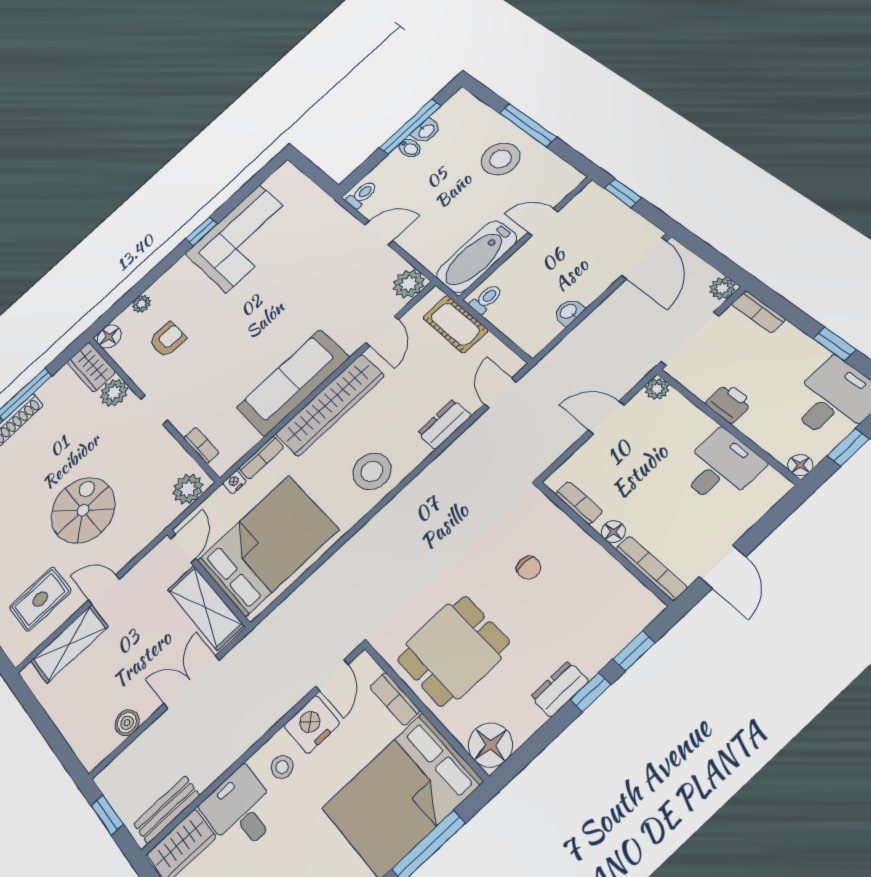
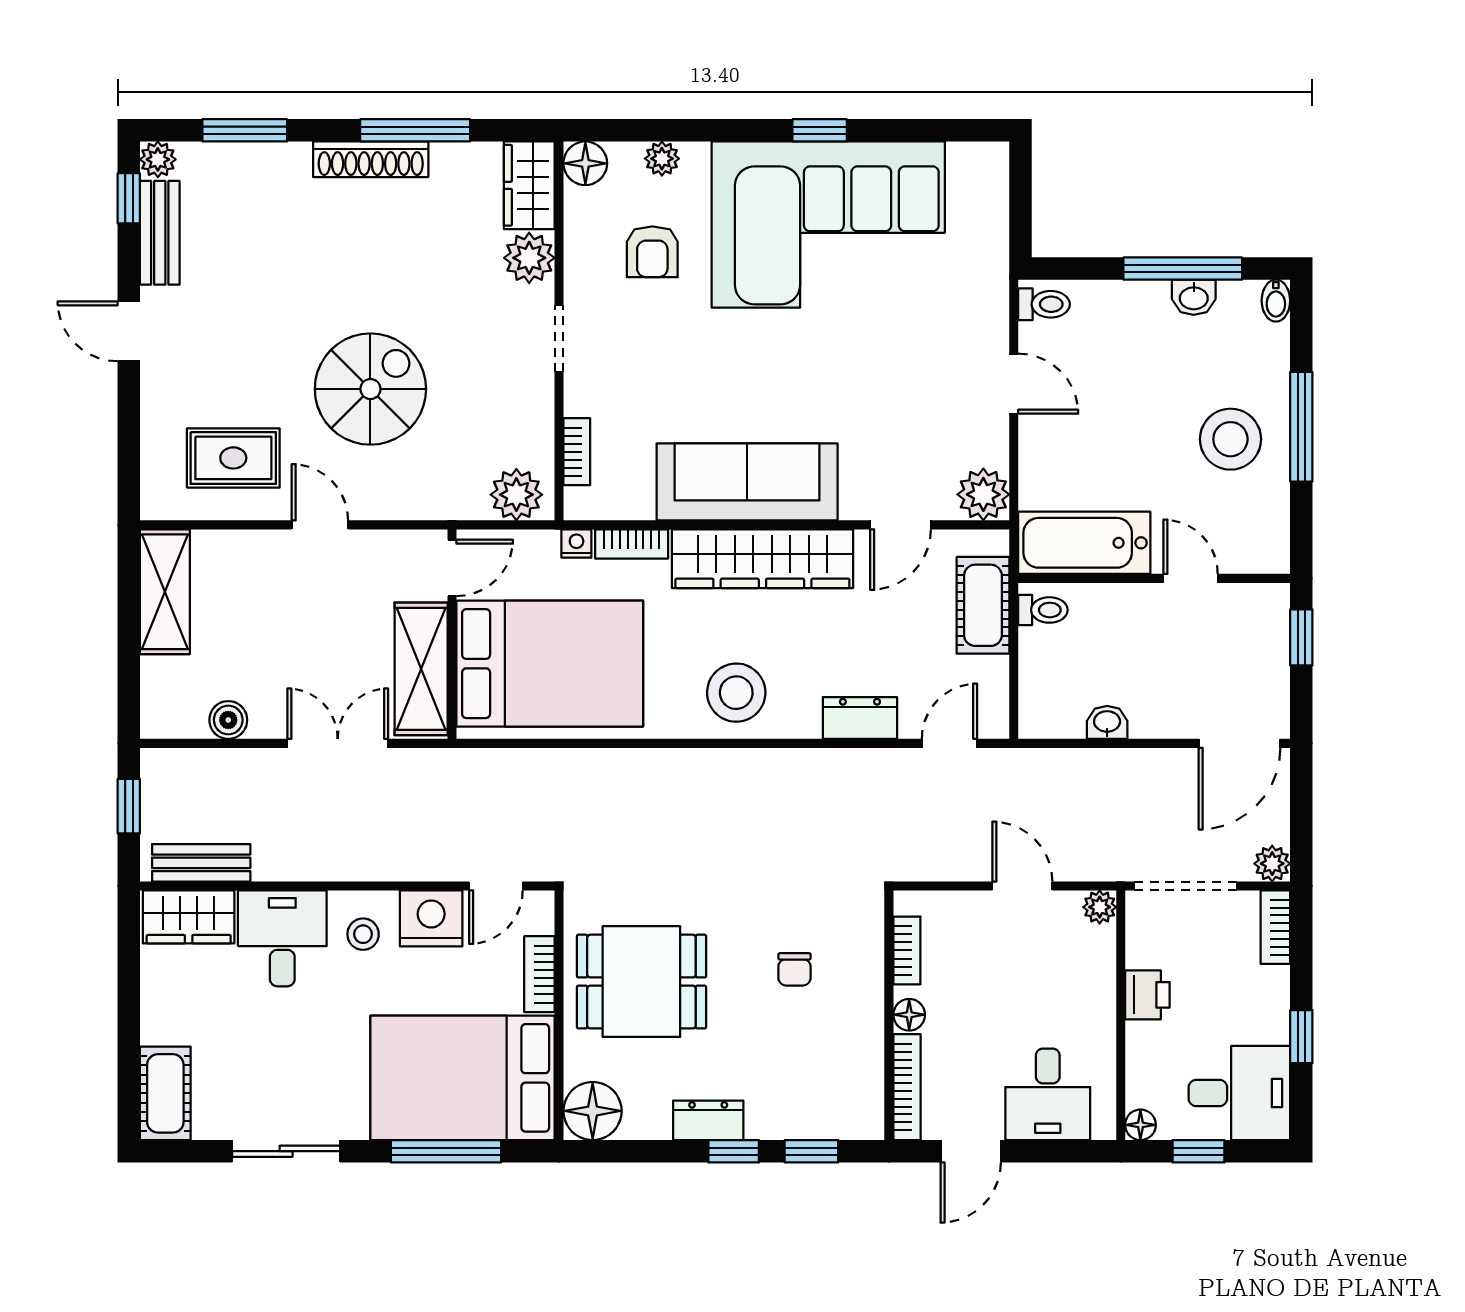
bidet: (410, 148) -> (1276, 301), moved
corner sofa: (243, 238) -> (828, 225), width x1.36, depth x1.36
armchair: (167, 340) -> (652, 252), turned 90
desk: (721, 468) -> (1048, 1094), moved, turned 90
shelving: (69, 644) -> (165, 592), moved, turned 90

